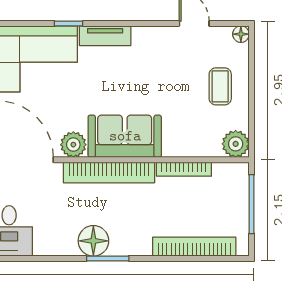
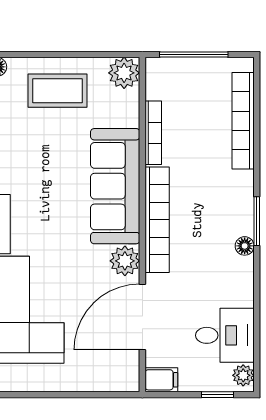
coffee table: (220, 86) -> (57, 91), width x1.36, depth x1.30
sofa: (125, 136) -> (115, 186), width x1.36
floor lamp: (93, 241) -> (245, 246), width x0.53, depth x0.53

